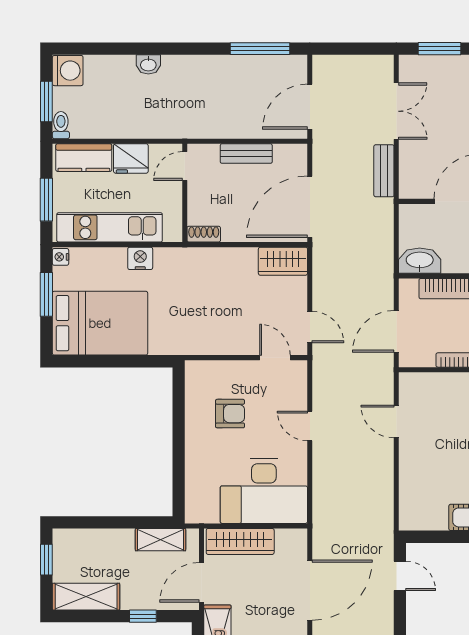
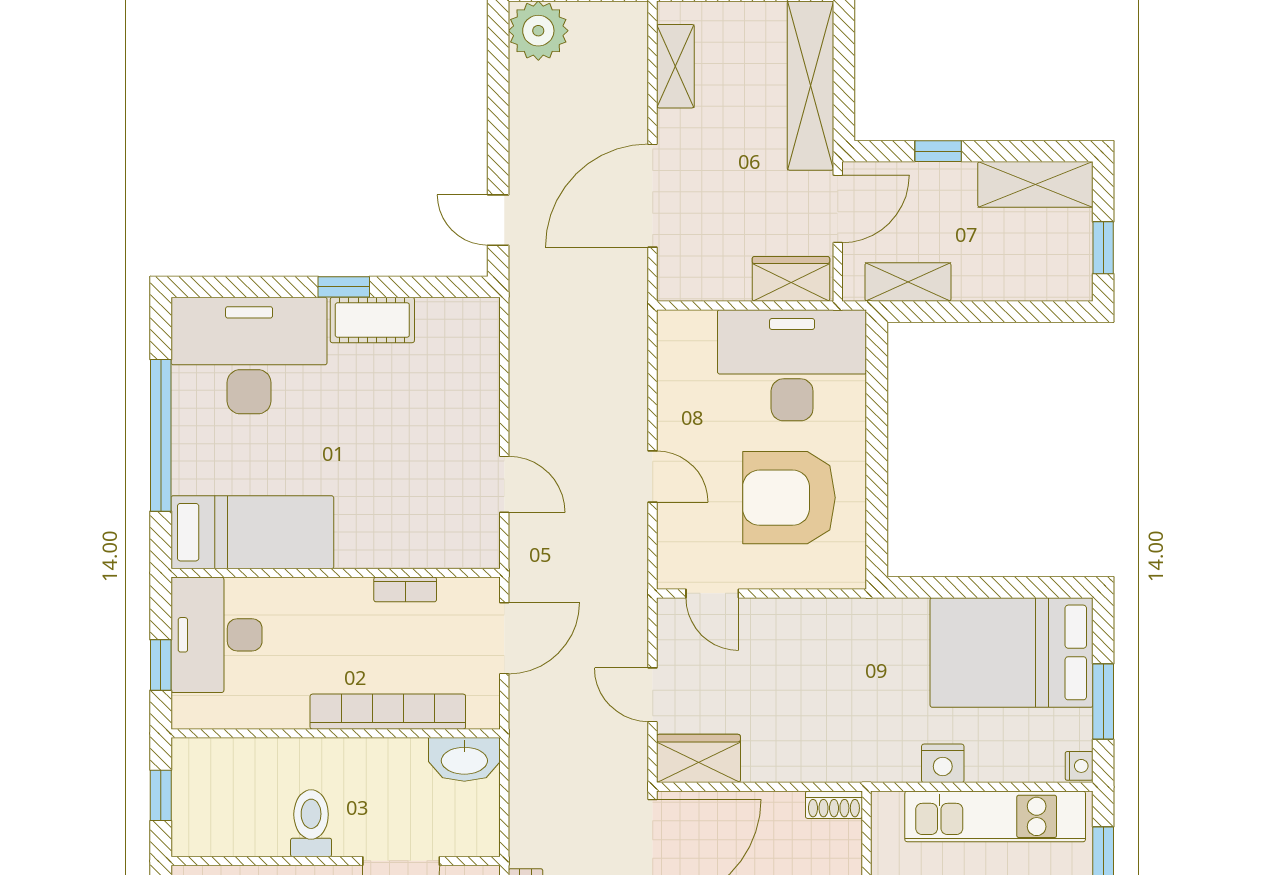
door: (310, 327) -> (653, 695), moved
armchair: (230, 414) -> (789, 498), width x1.88, depth x1.88
desk: (264, 491) -> (792, 365), moved
wardrobe: (240, 541) -> (791, 279), width x0.67

